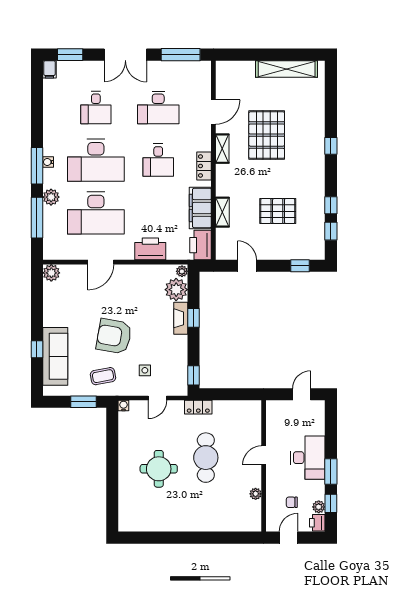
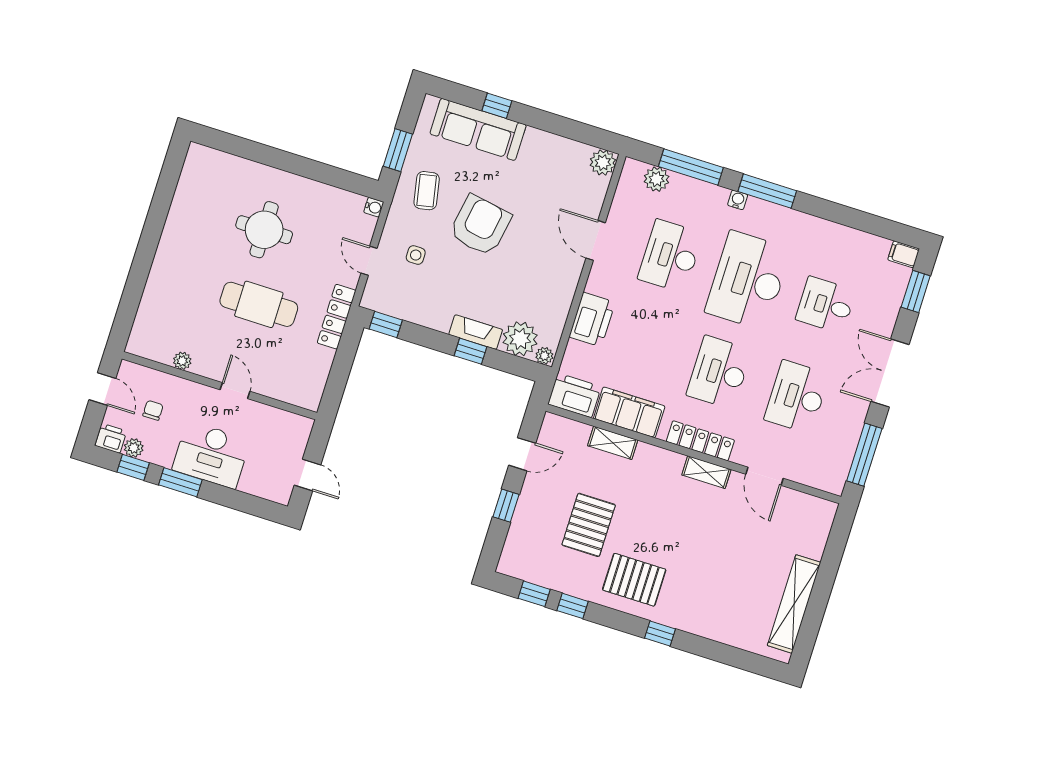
pallet: (267, 135) -> (634, 580), moved, width x0.73, depth x0.71
desk: (158, 160) -> (719, 372), width x1.37
water cooler: (48, 162) -> (738, 200), moved
locker: (204, 166) -> (700, 441), width x1.53
plant: (51, 197) -> (657, 179), moved
desk: (96, 213) -> (670, 256), width x0.73, depth x0.77
window: (300, 266) -> (506, 506), moved
locker: (198, 407) -> (337, 317), width x1.53

